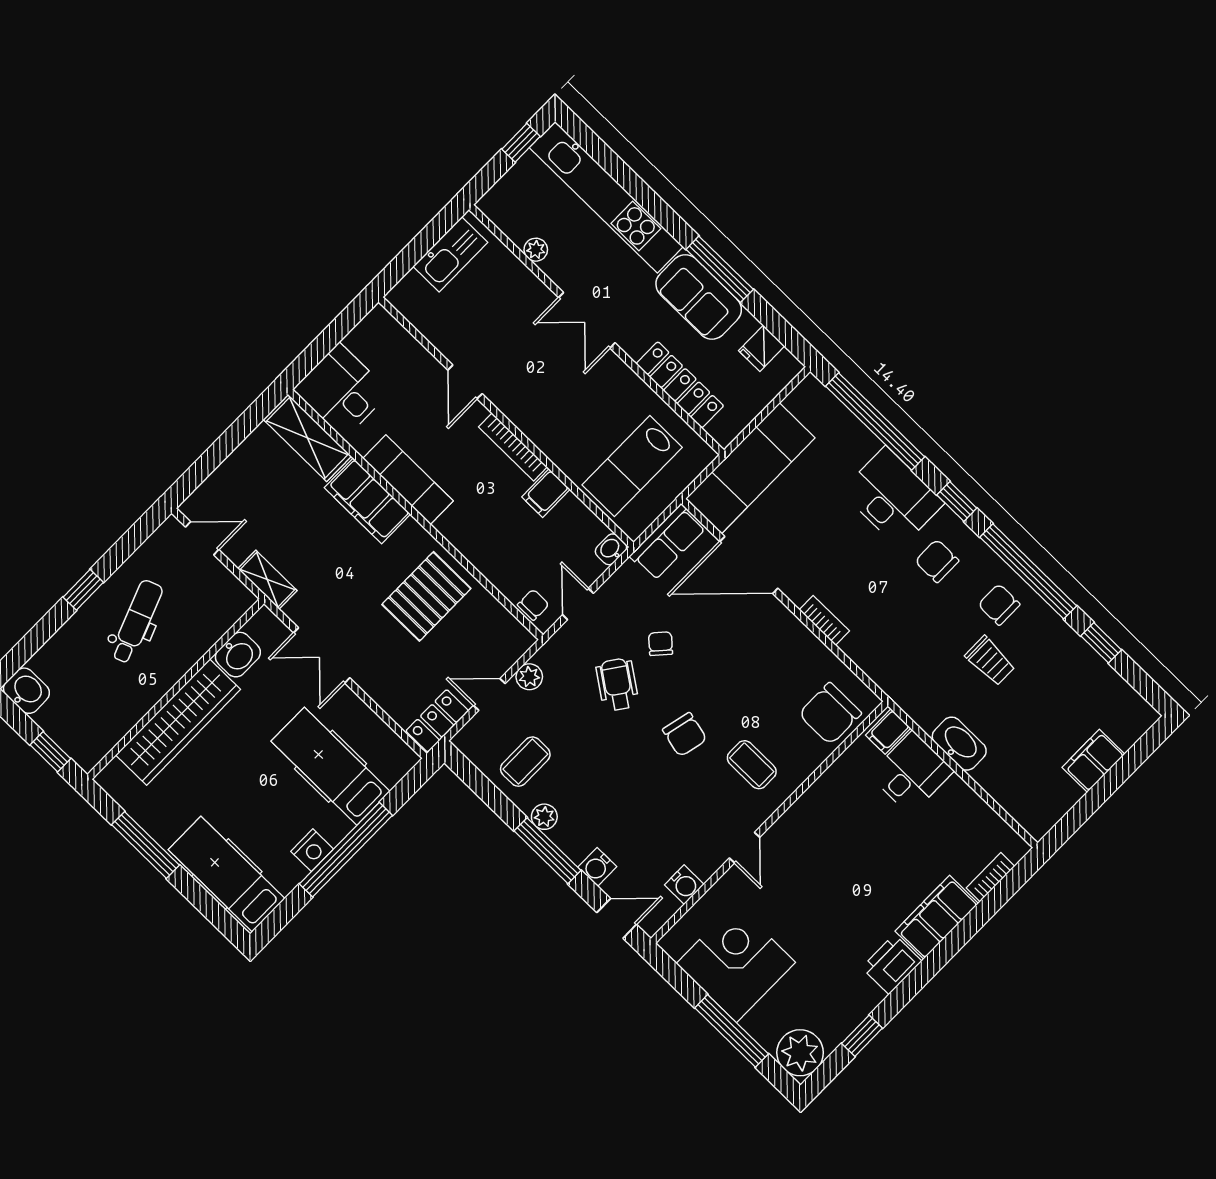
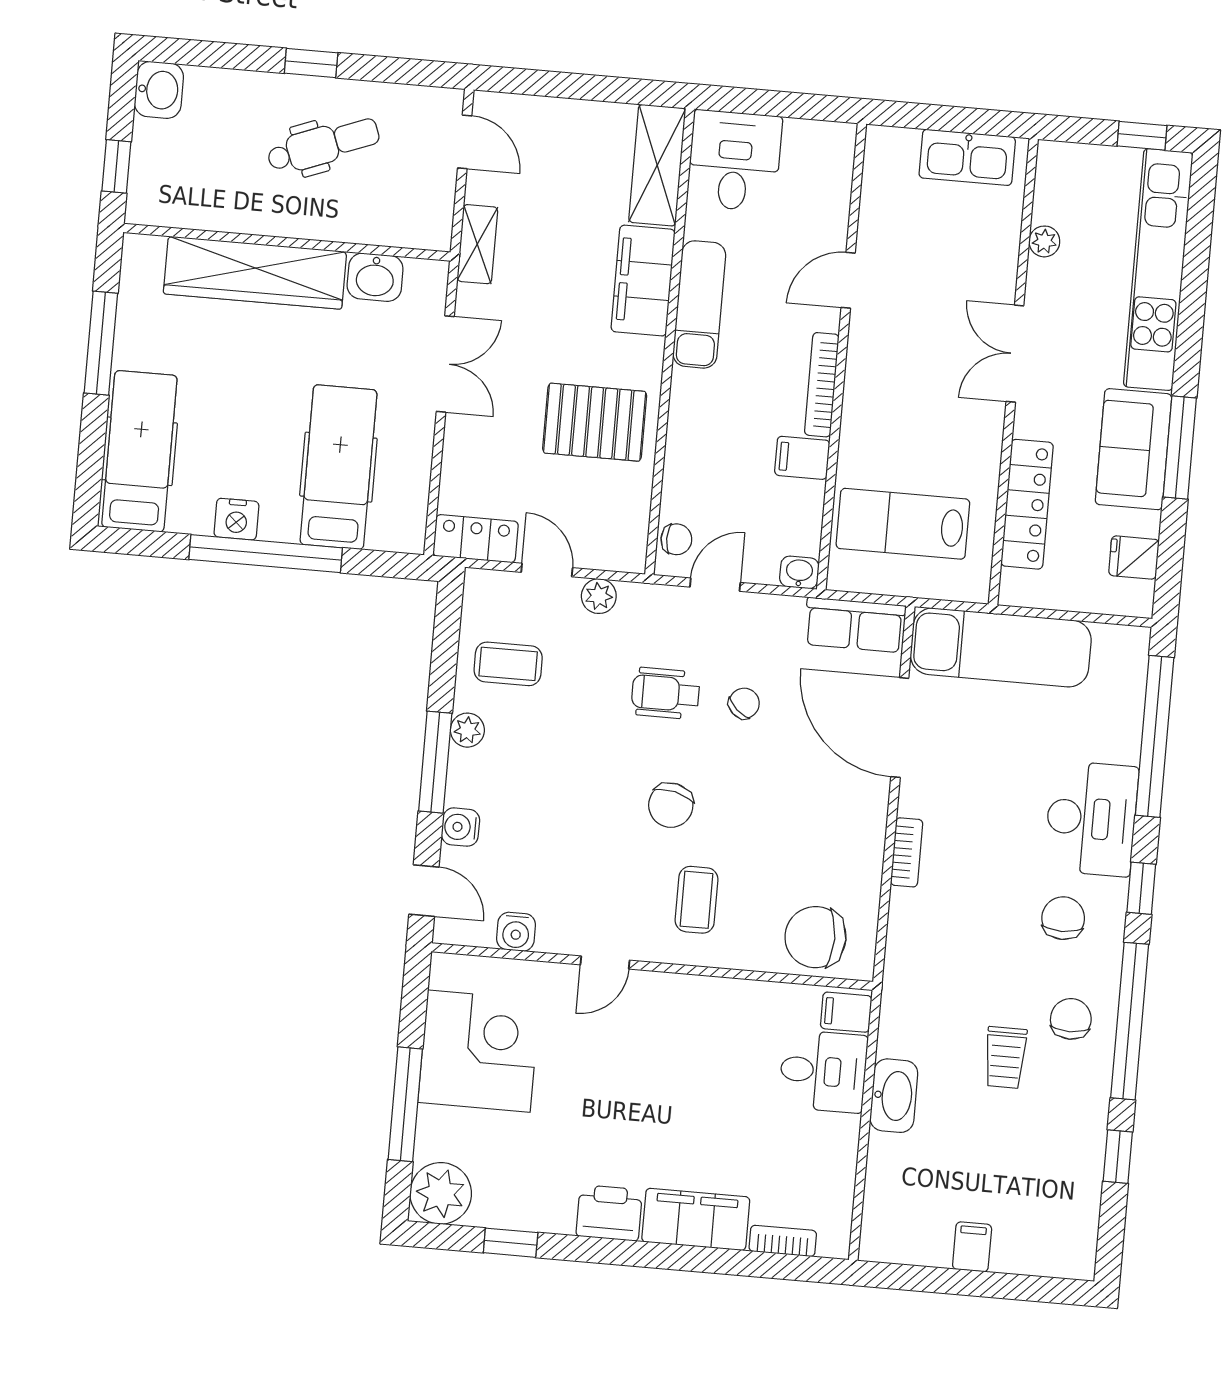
double door: (322, 655) -> (445, 364), swing flipped
wheelchair: (617, 684) -> (665, 693), turned -125
filing cabinet: (1093, 761) -> (972, 1247), width x0.50

